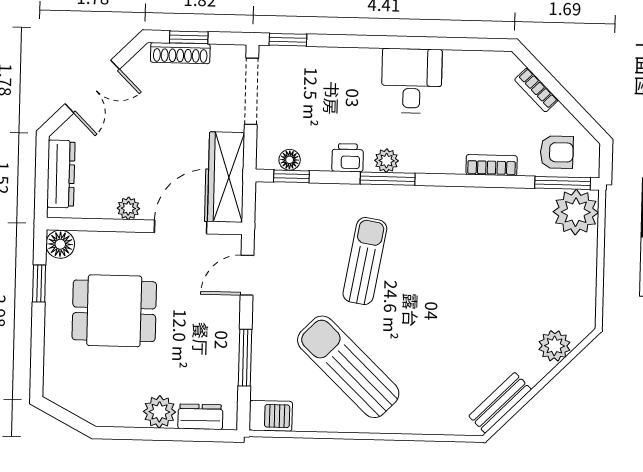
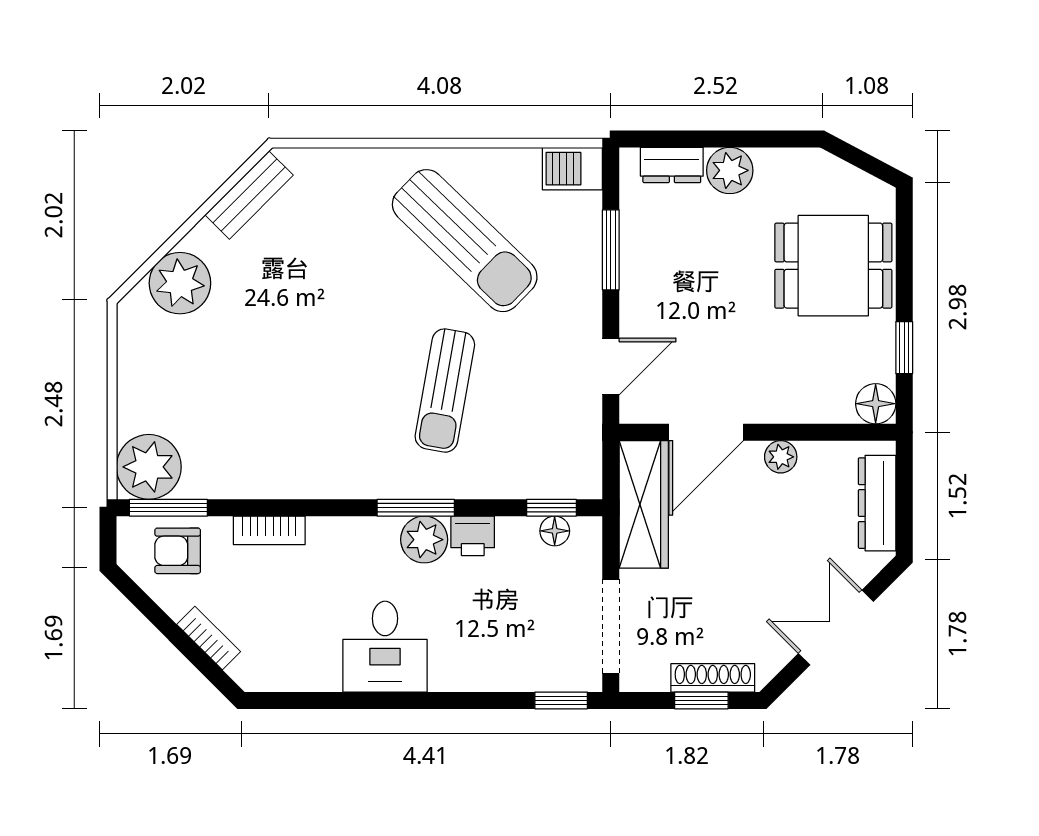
plant: (387, 161) -> (424, 540), width x1.38, depth x1.38
dining table: (114, 311) -> (833, 266), moved
plant: (554, 346) -> (180, 283), width x1.36, depth x1.36

